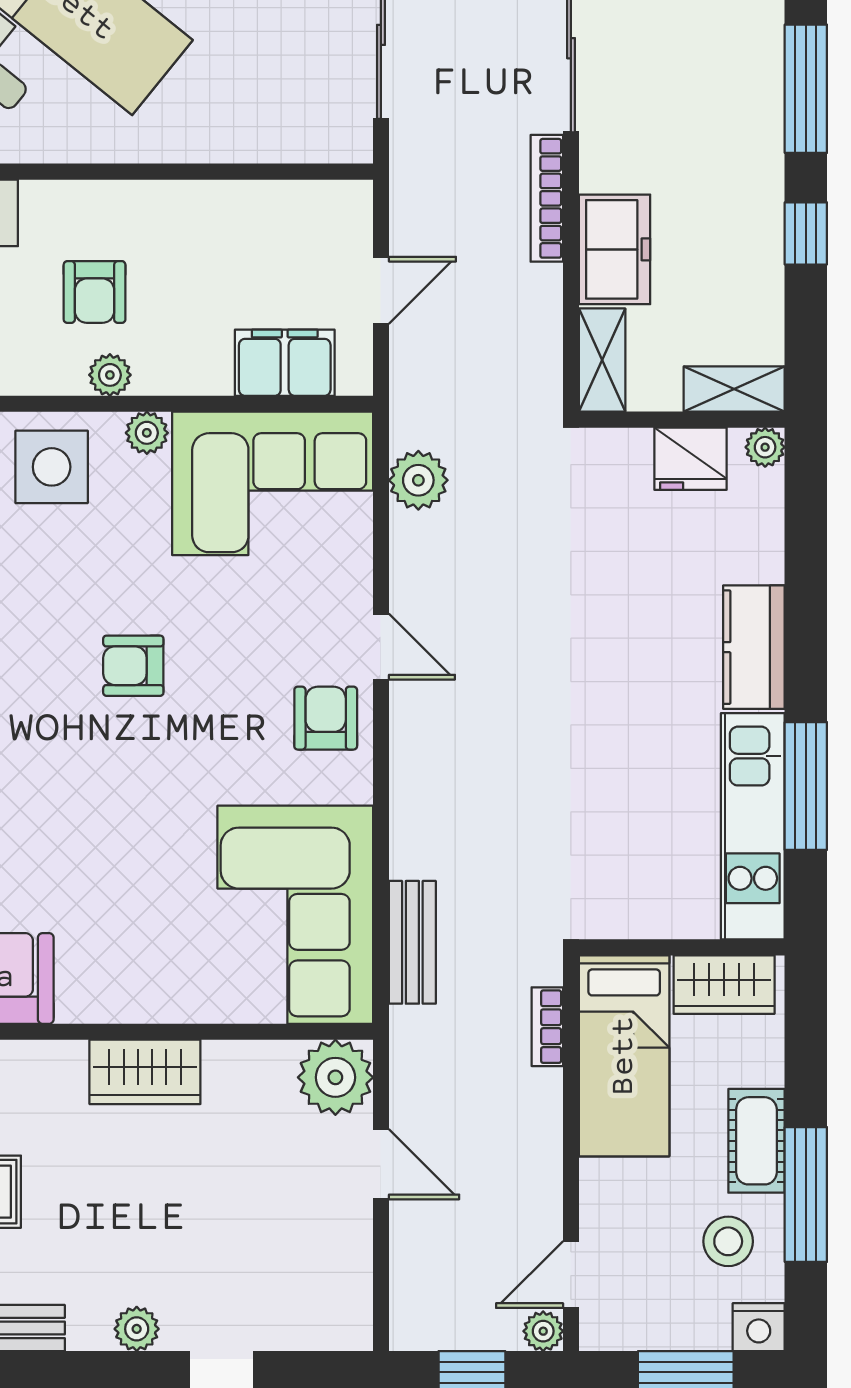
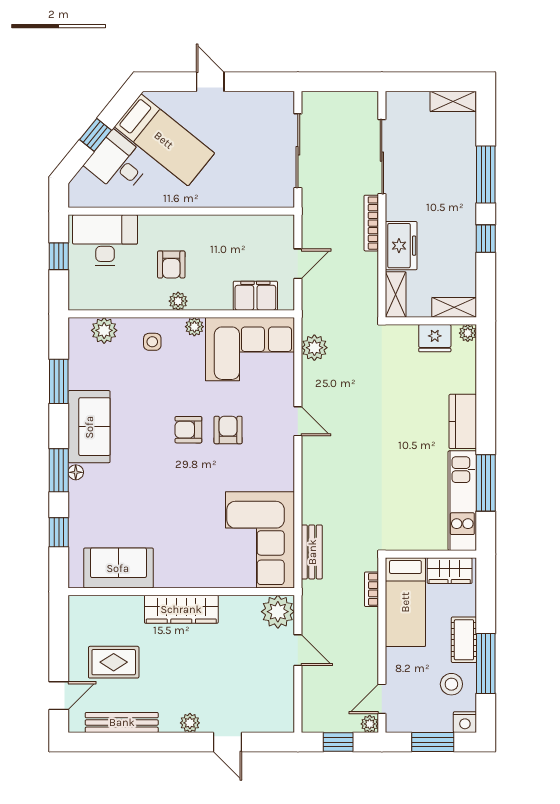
side table: (52, 467) -> (152, 342), width x0.54, depth x0.54
armchair: (326, 718) -> (228, 430), moved
wardrobe: (145, 1072) -> (181, 609), width x1.50

